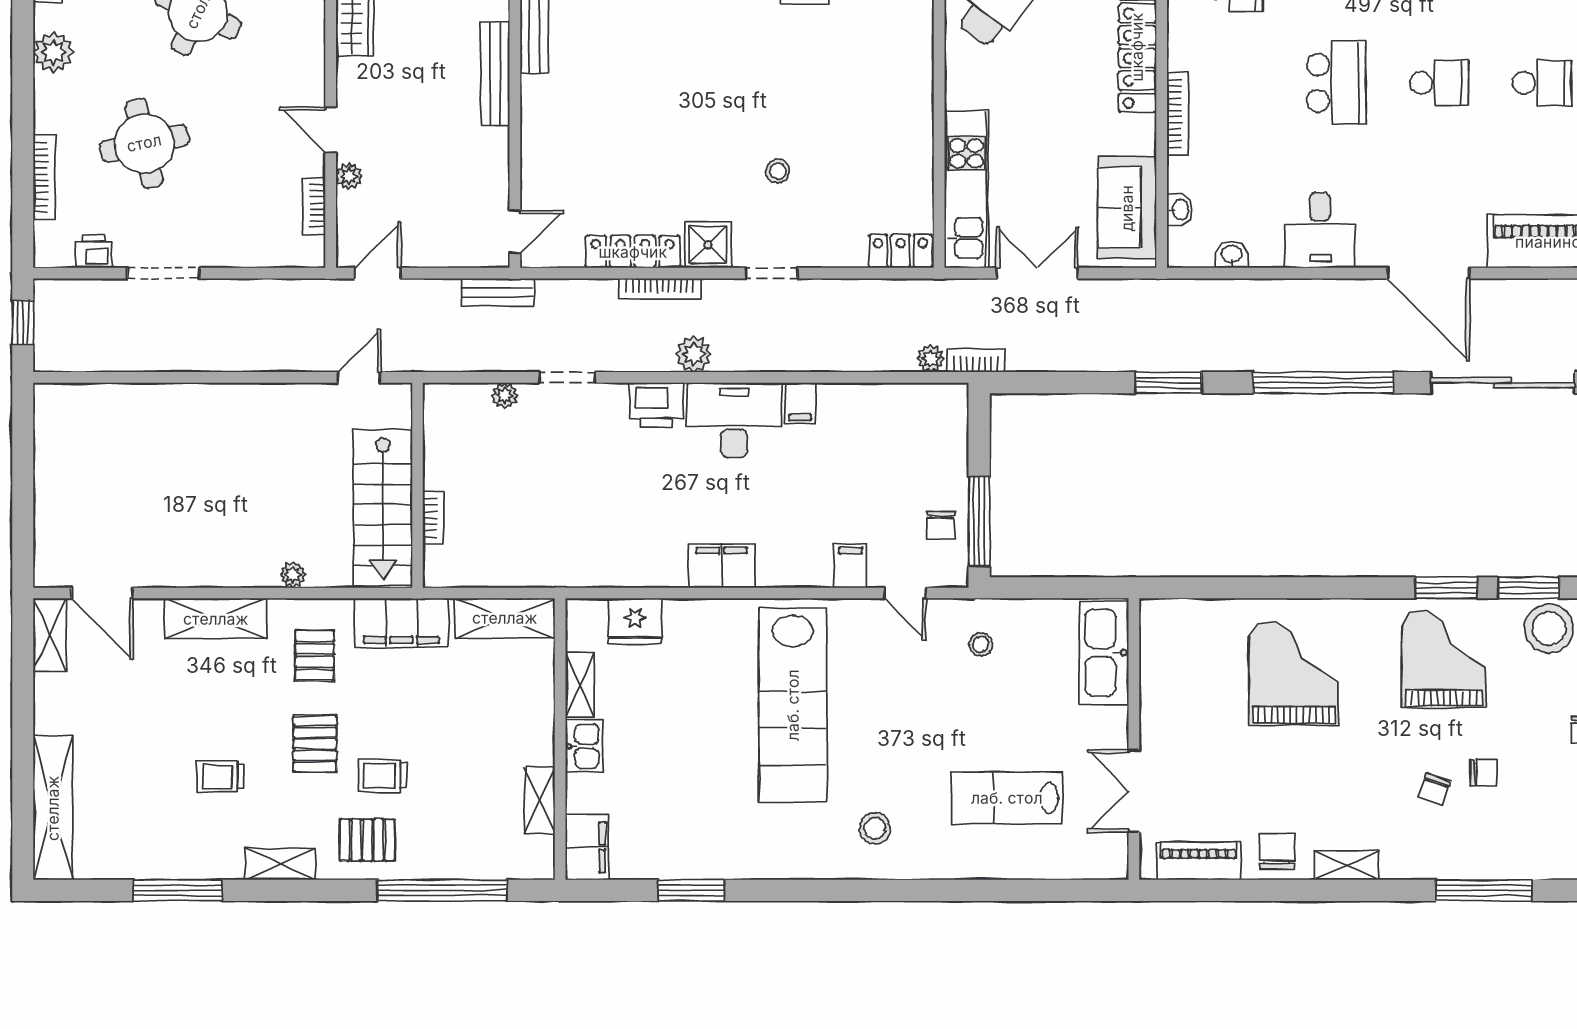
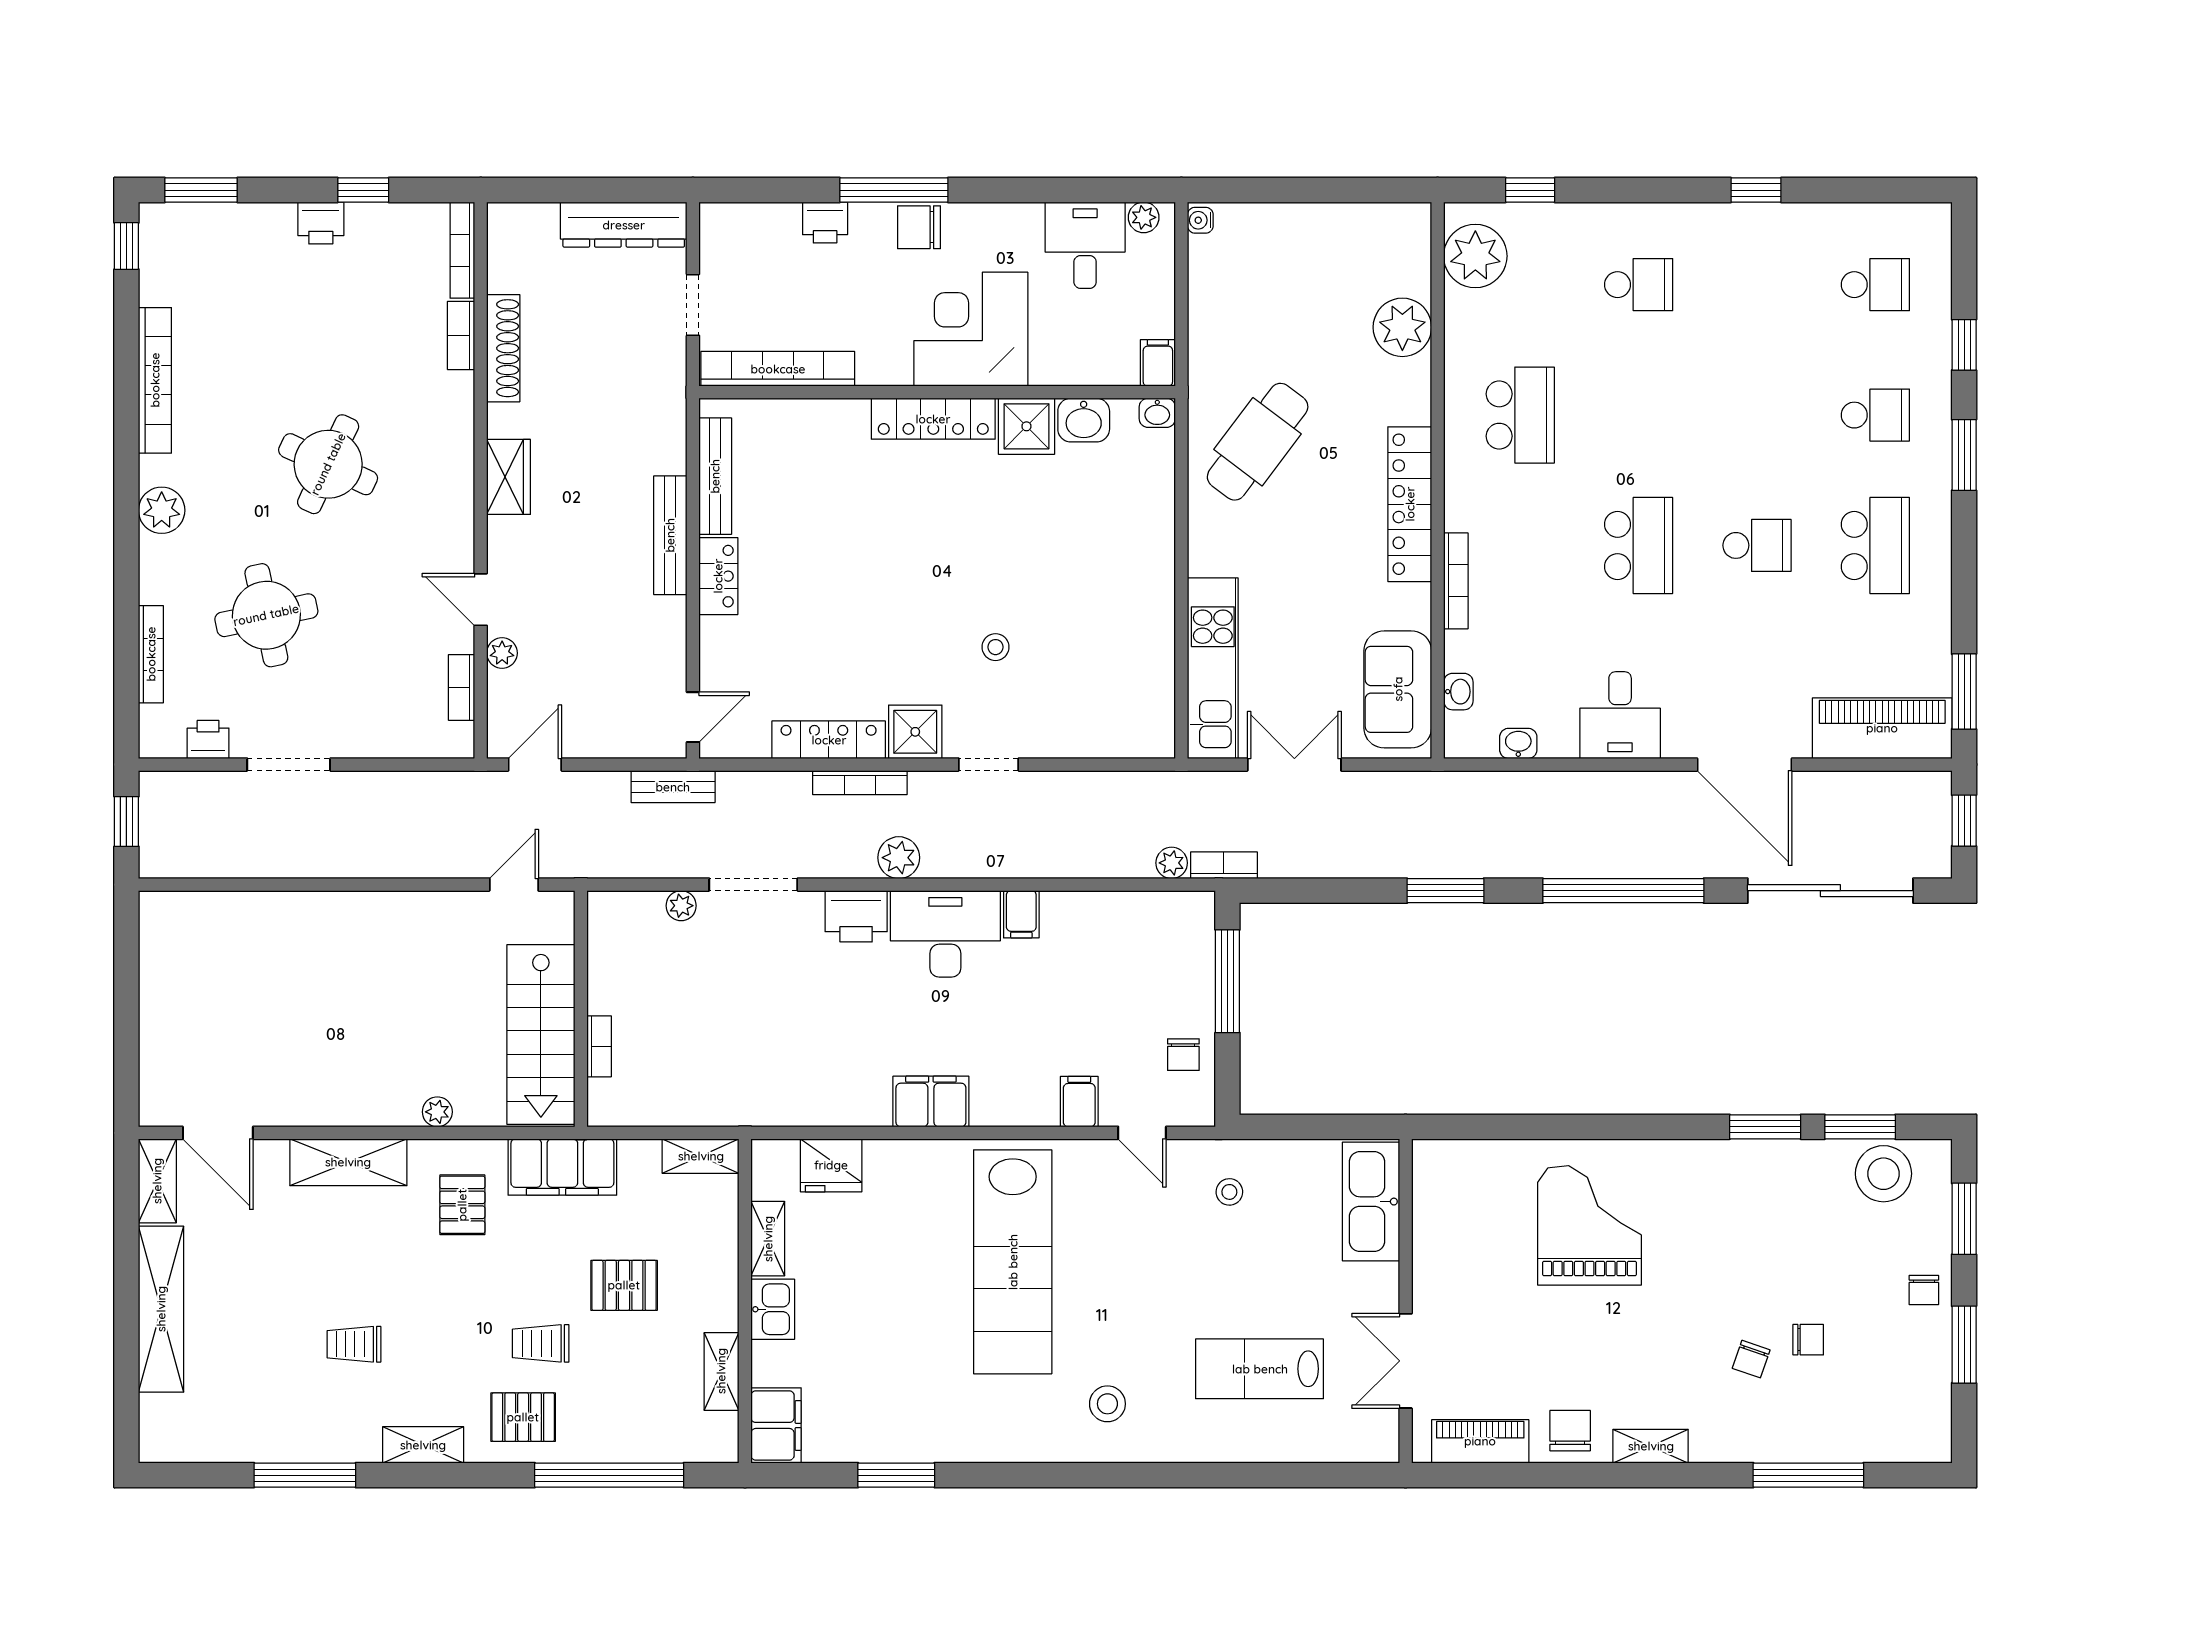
school desk: (1542, 83) -> (1875, 545), width x1.85
locker: (900, 251) -> (718, 576), moved, turned 90
doorway: (567, 377) -> (753, 885), width x1.38
window: (979, 521) -> (1227, 981), moved
shelving: (505, 618) -> (701, 1156), width x0.67, depth x0.75
grand piano: (1444, 659) -> (1762, 1209), removed
pallet: (315, 744) -> (624, 1285), moved, turned 90
shelving: (53, 808) -> (161, 1309), moved

